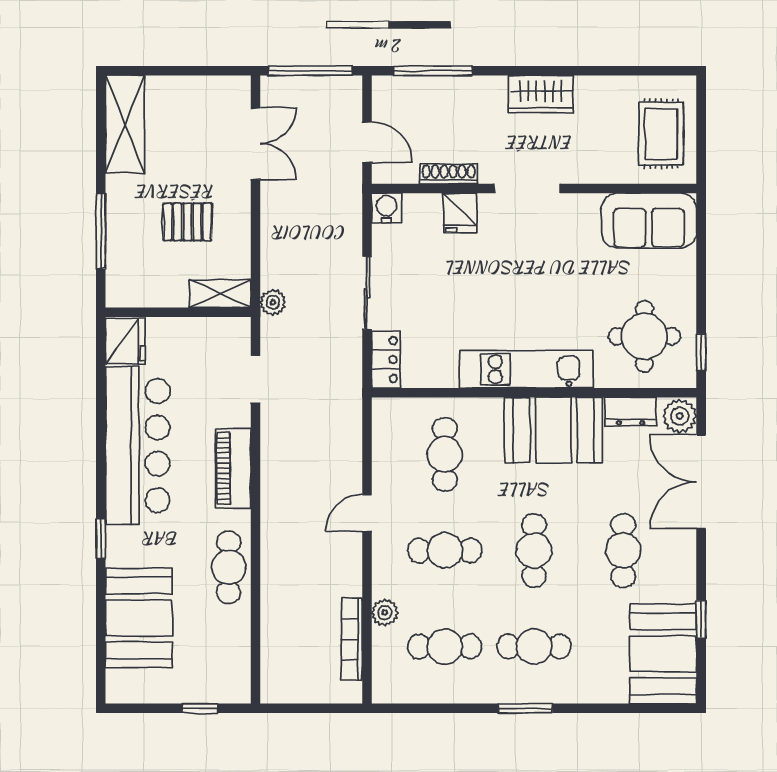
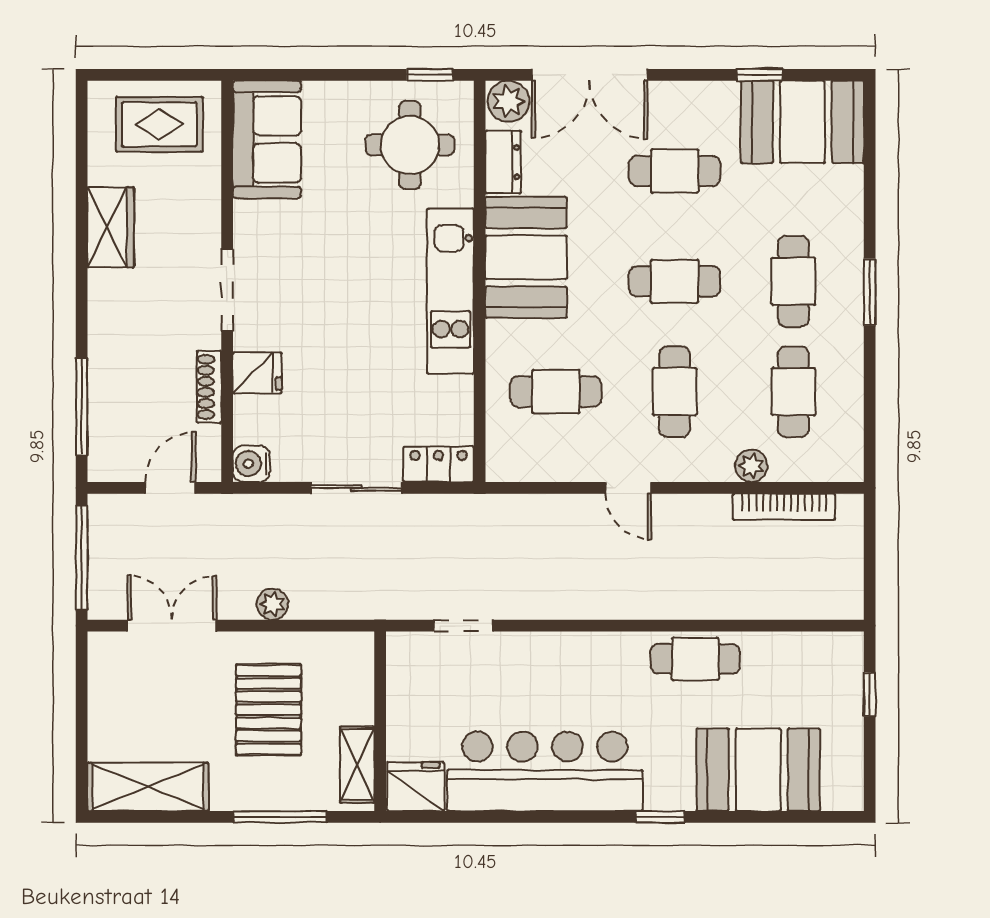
wardrobe: (541, 94) -> (111, 227), moved
pallet: (187, 222) -> (269, 710), width x1.50, depth x1.42
shelving: (220, 294) -> (357, 765), moved
plant: (273, 302) -> (272, 604), moved
piano: (233, 468) -> (573, 653), removed

